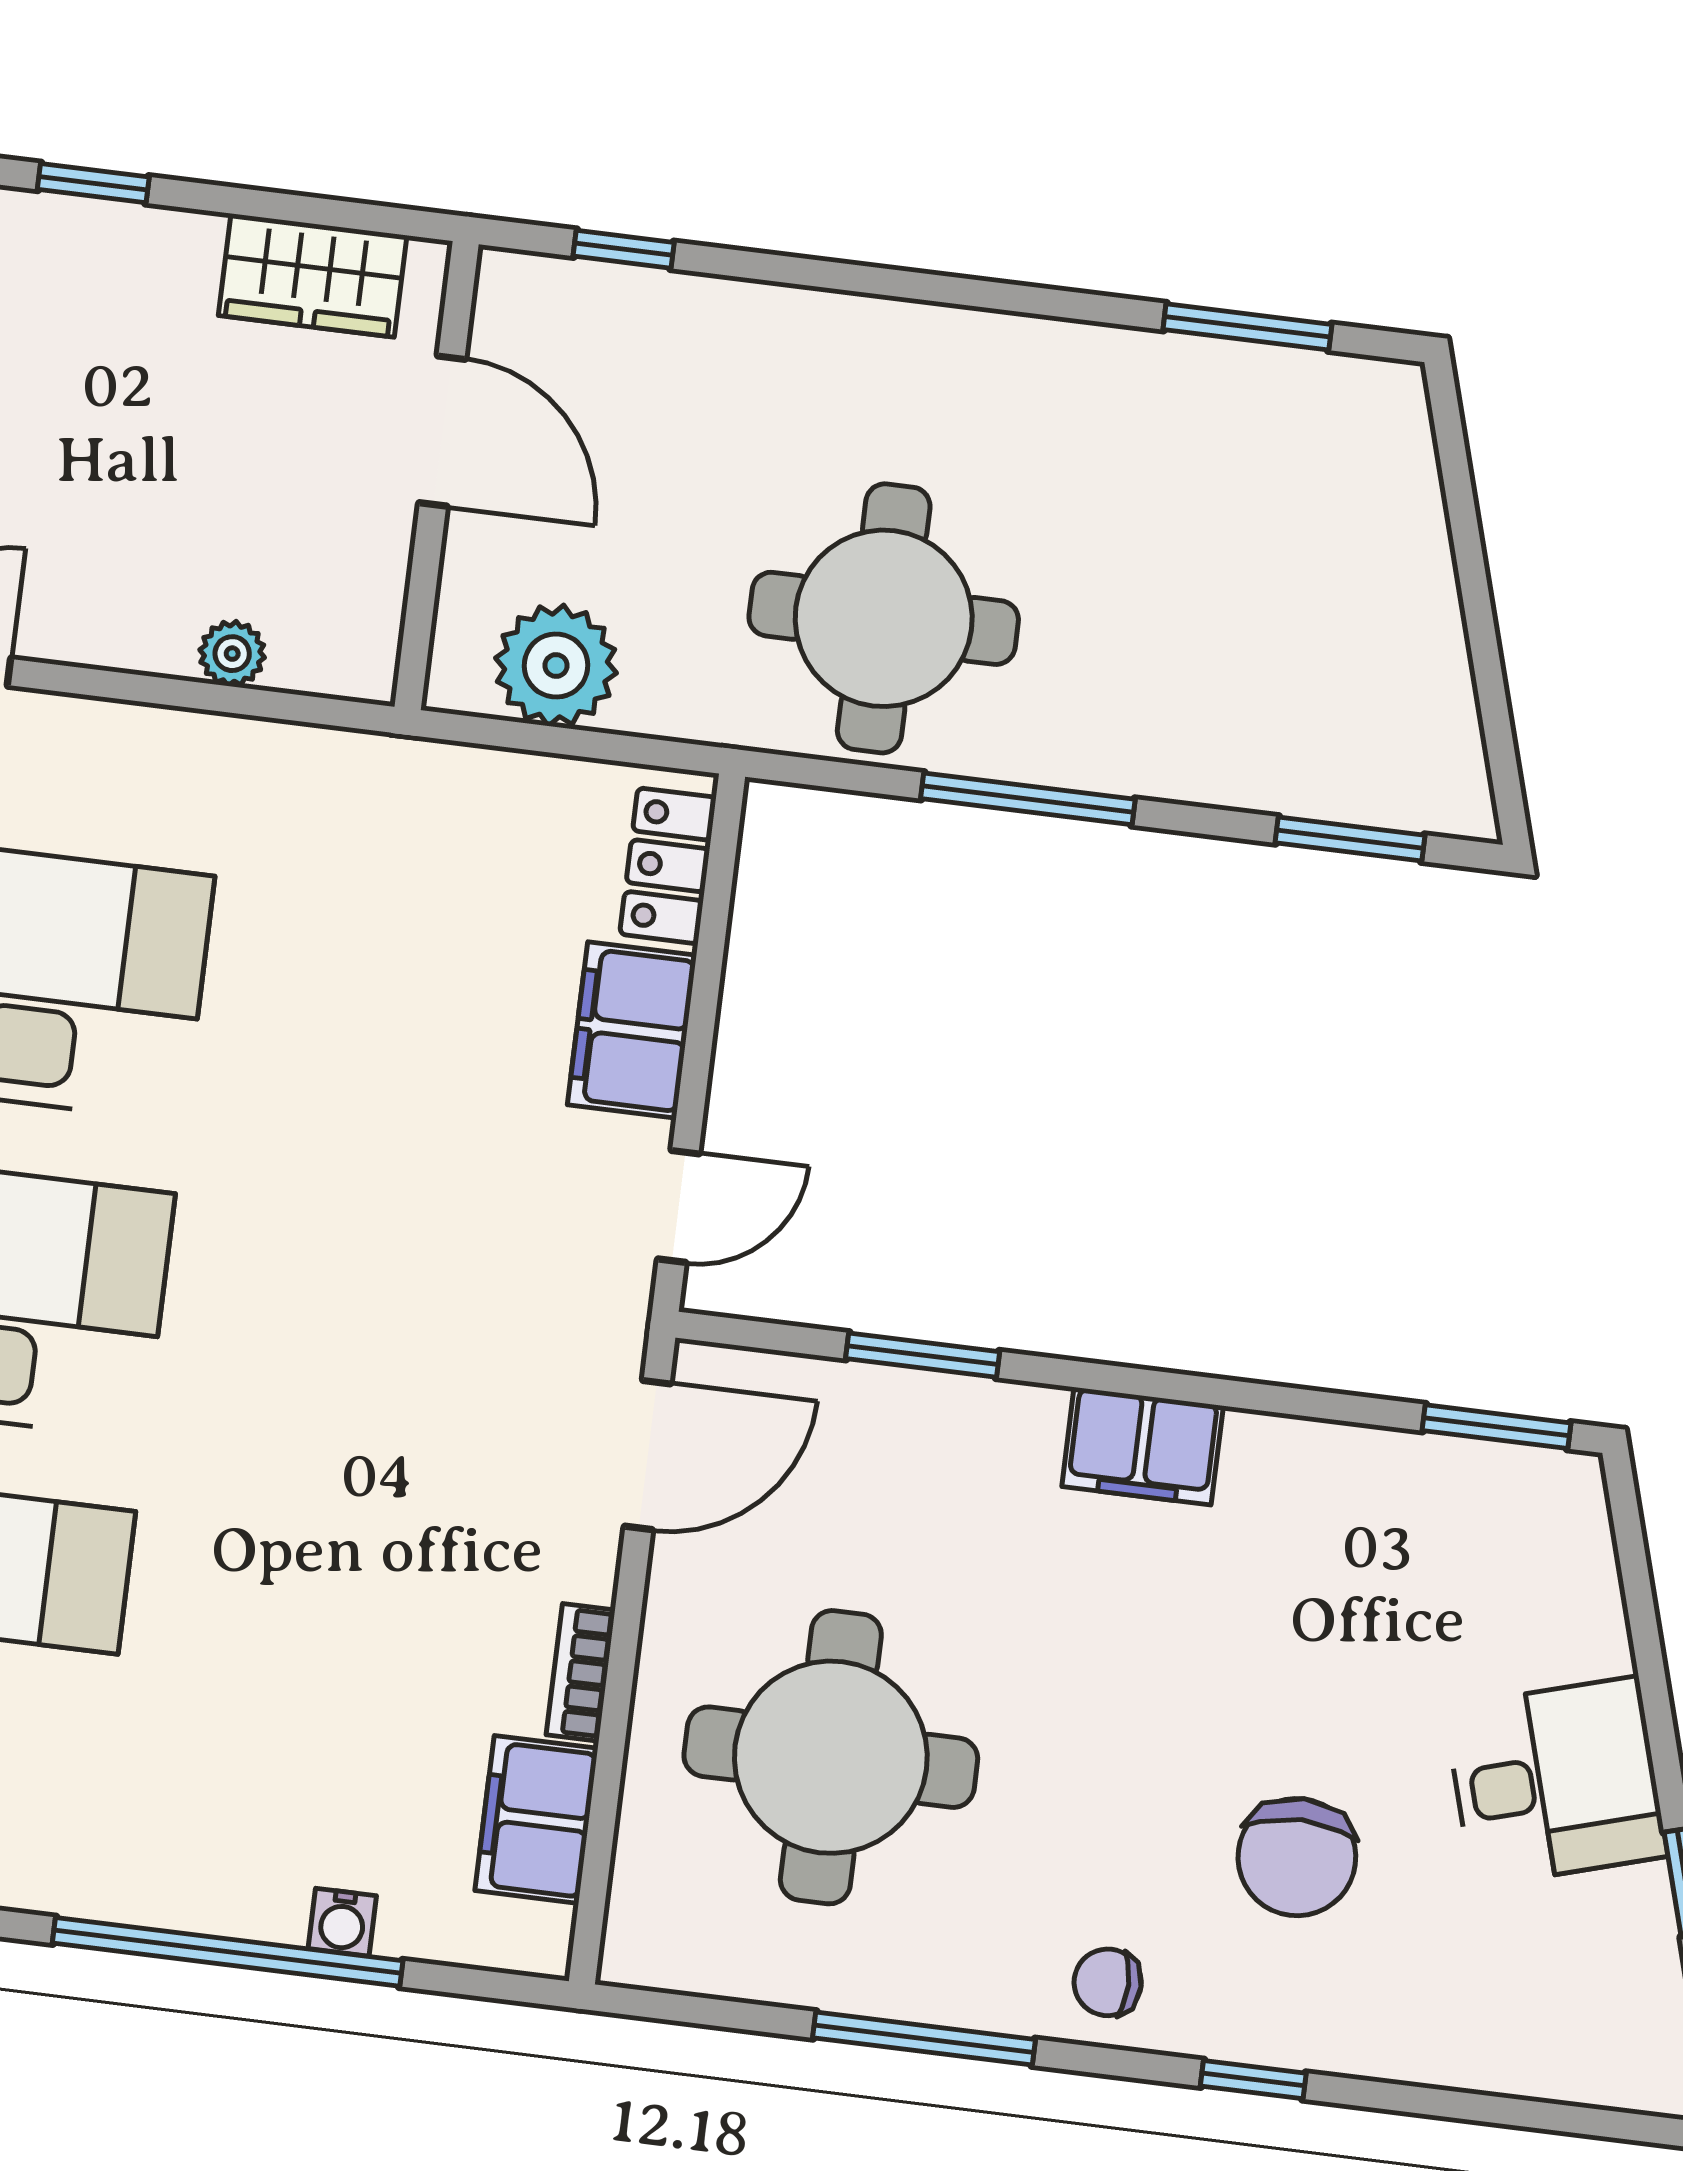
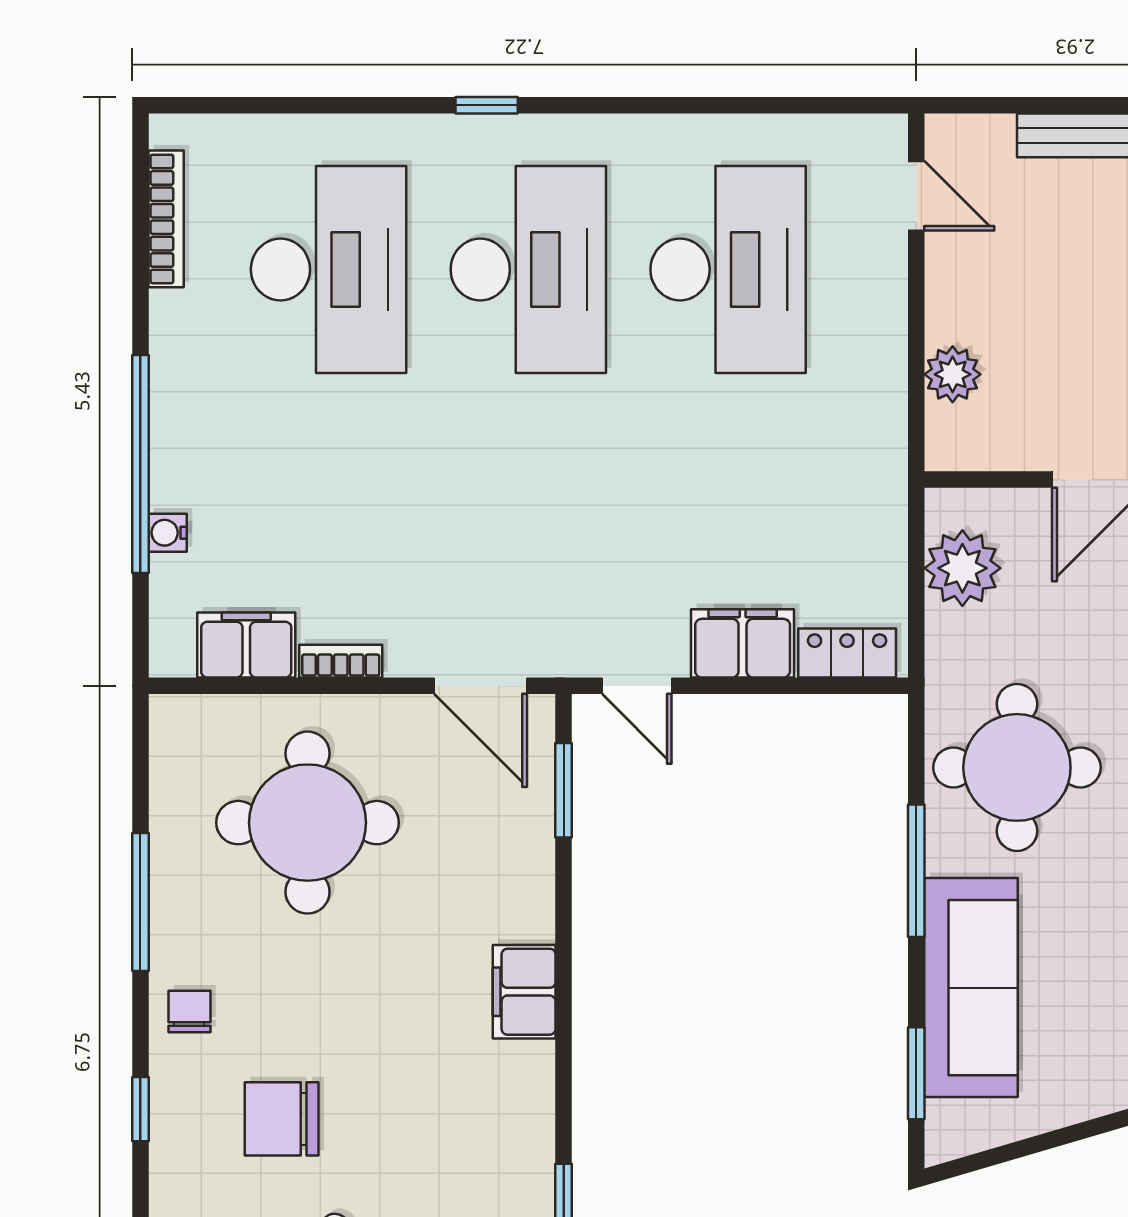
plant: (232, 654) -> (953, 374), width x1.38, depth x1.38
sofa: (1225, 735) -> (971, 988), added
window: (923, 1355) -> (564, 790), moved

